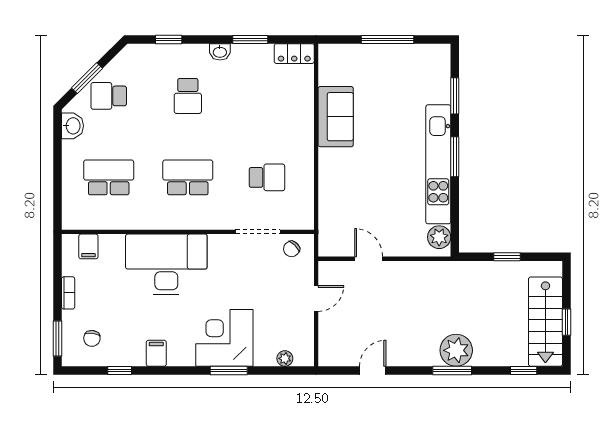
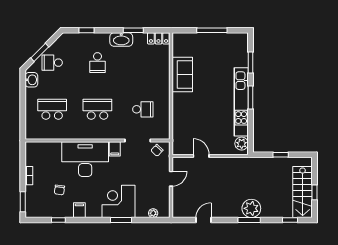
washbasin: (220, 52) -> (121, 39), width x1.91, depth x1.45
filing cabinet: (88, 246) -> (115, 149), moved
chair: (92, 338) -> (59, 190), moved

